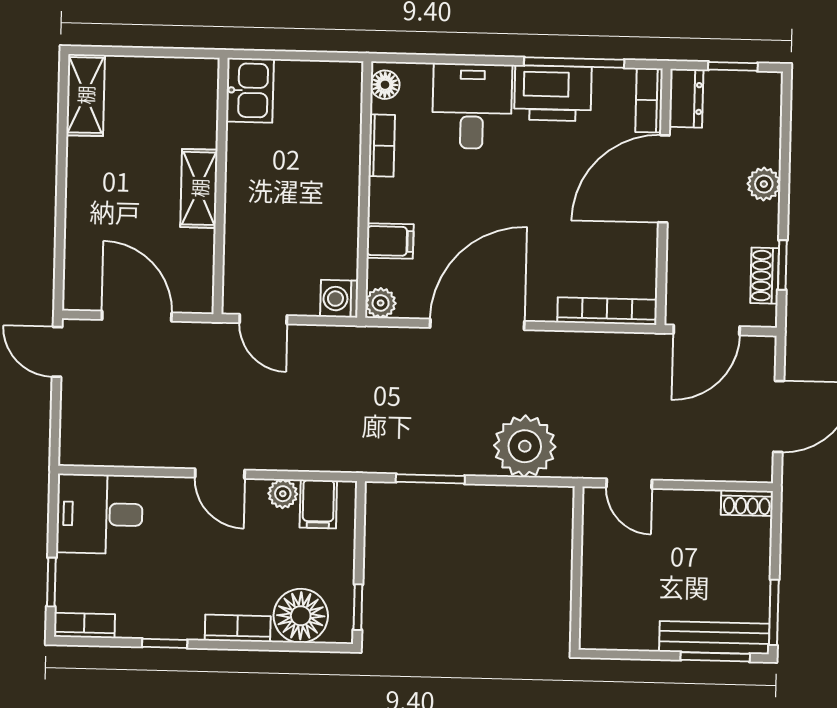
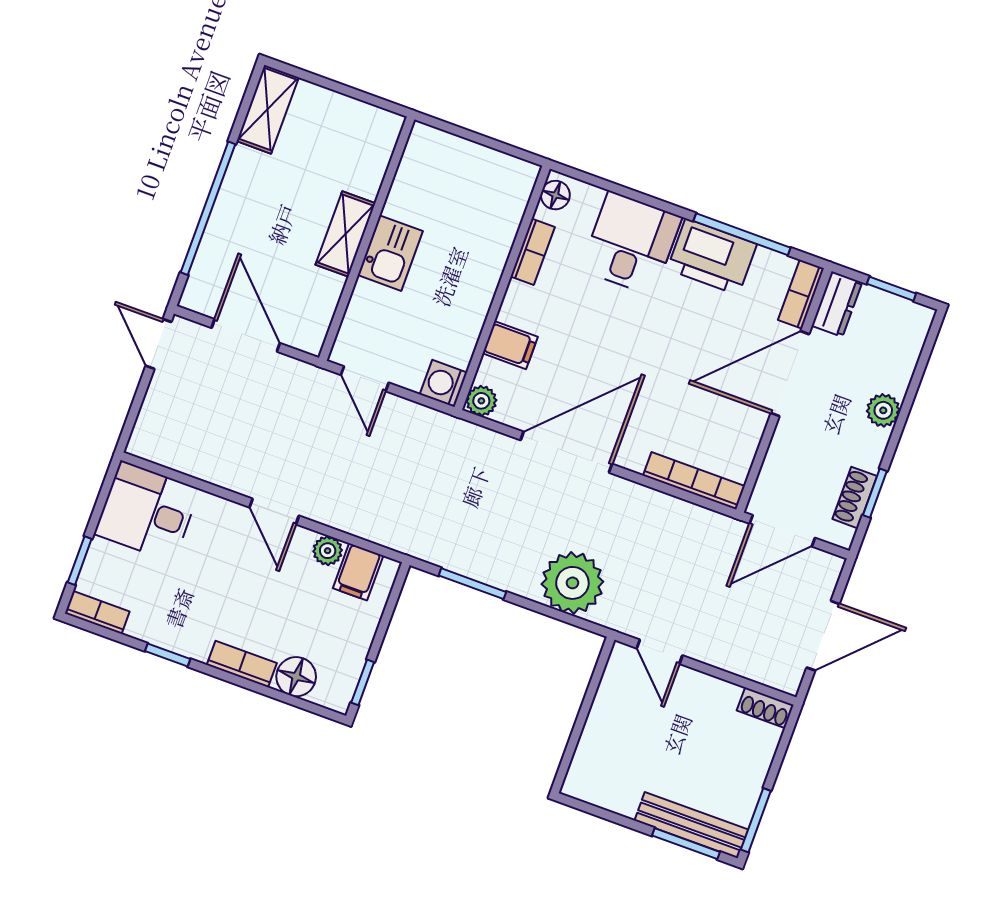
kitchen sink: (250, 90) -> (390, 253), moved
window: (61, 208) -> (208, 208), added
floor lamp: (301, 616) -> (296, 677), width x0.73, depth x0.73

